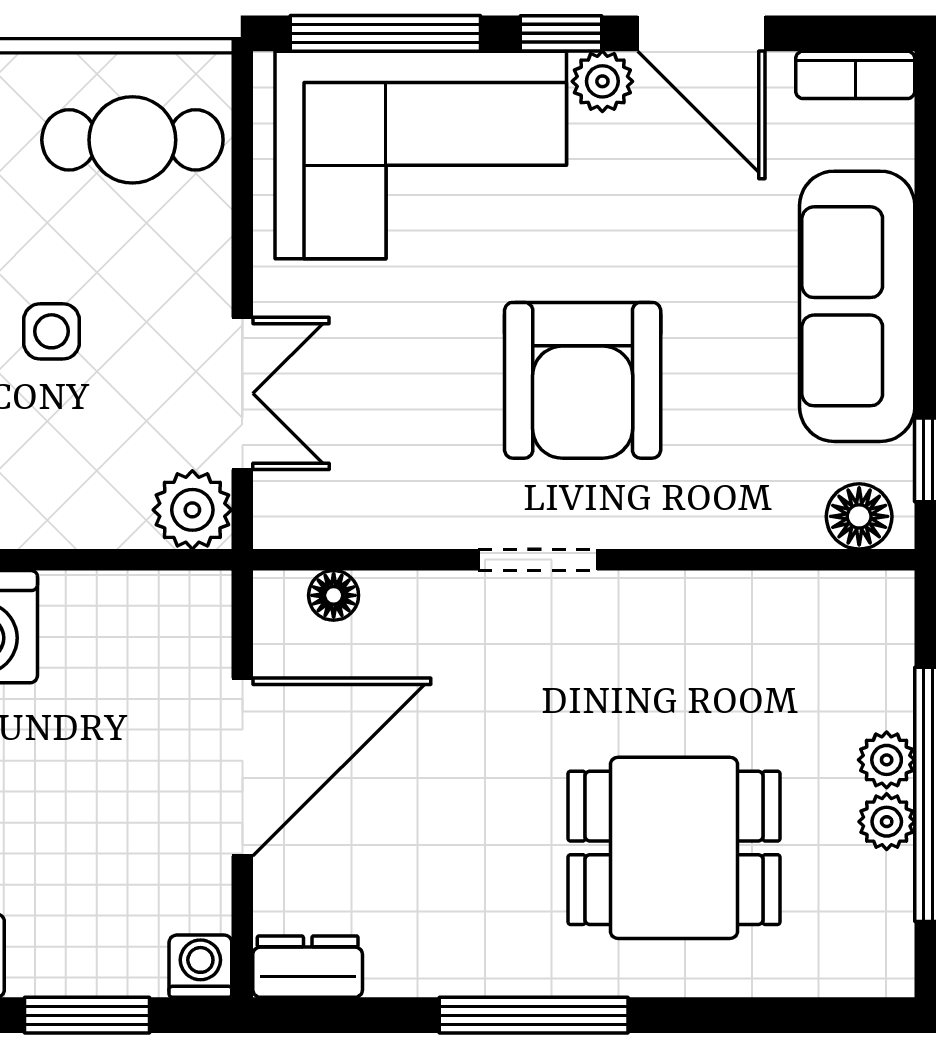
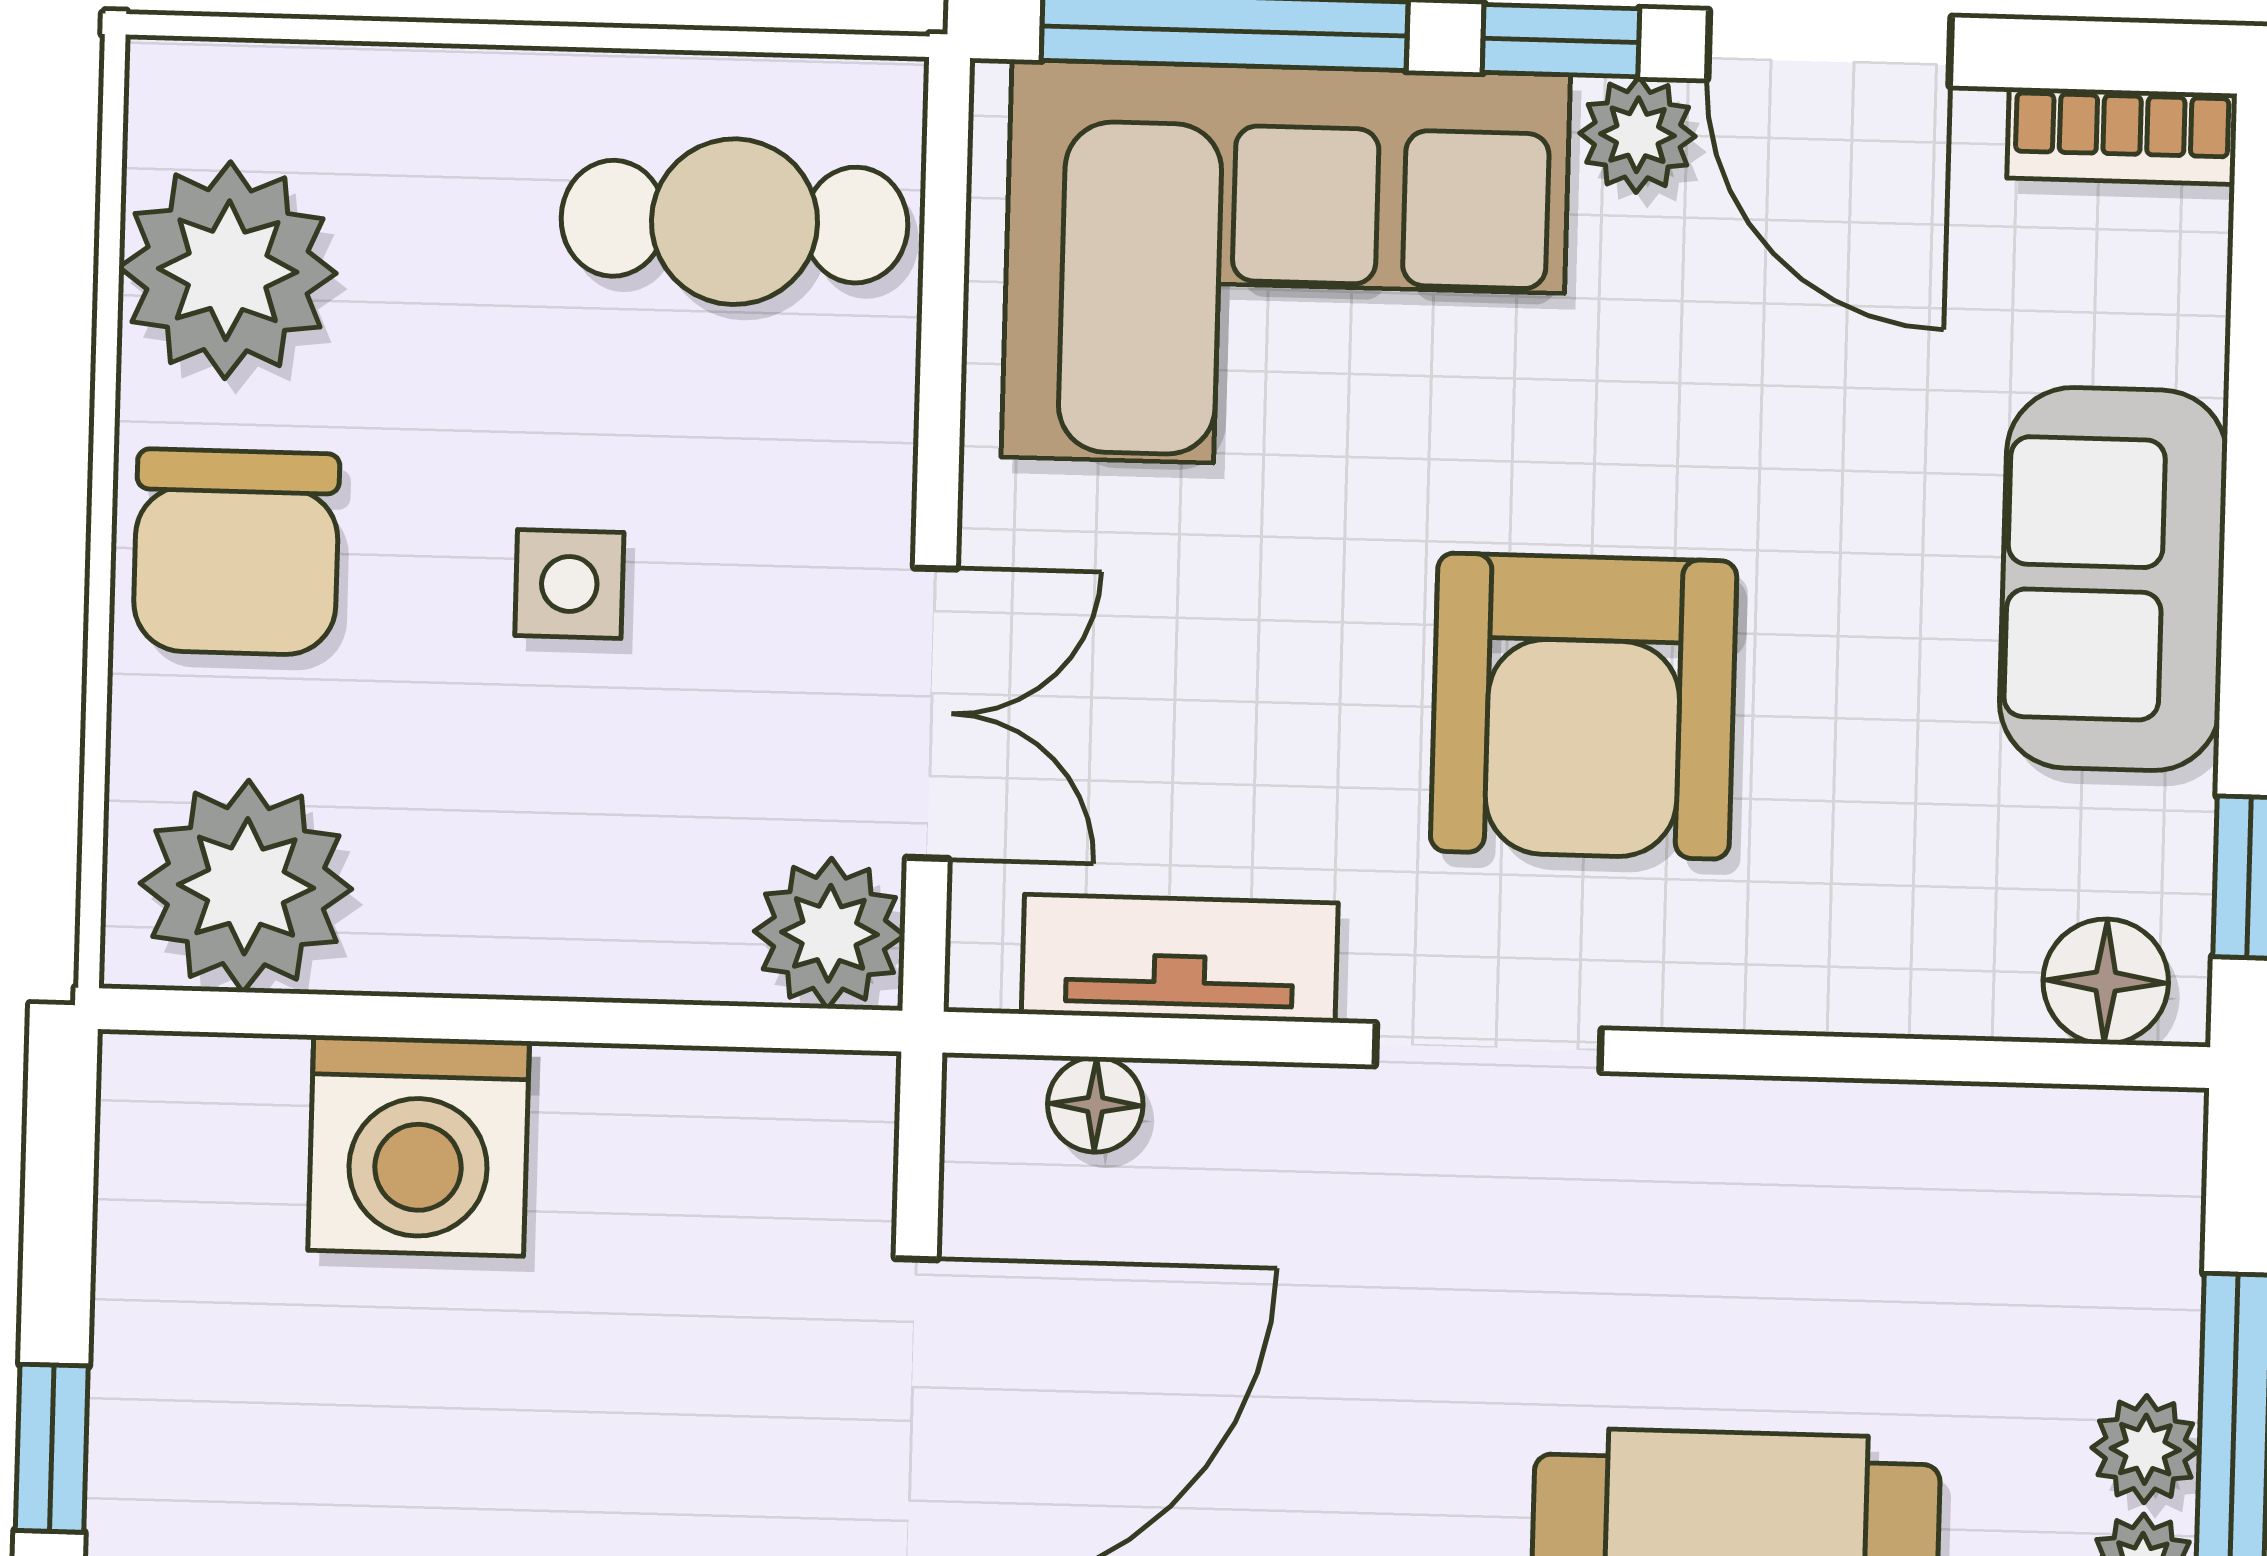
sofa: (857, 306) -> (2113, 579), width x0.73
tv unit: (376, 518) -> (1180, 958), added

